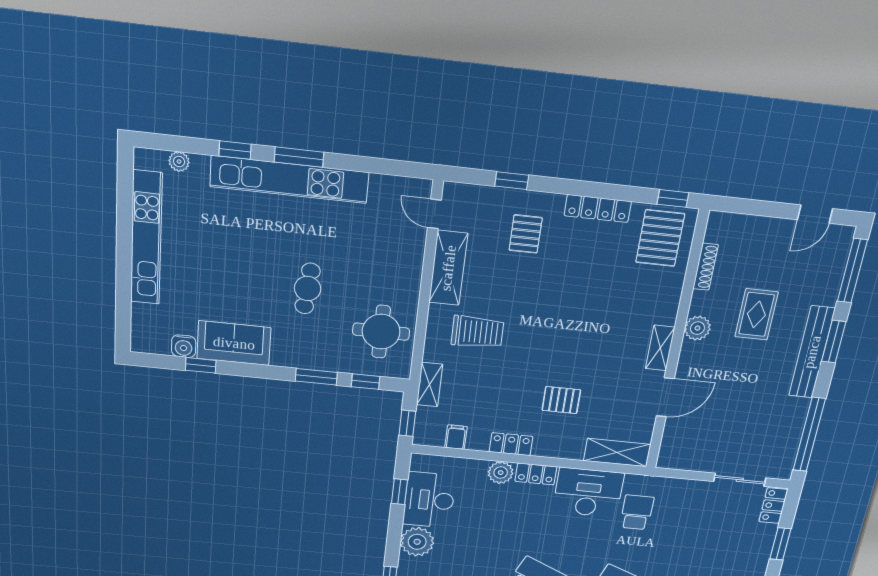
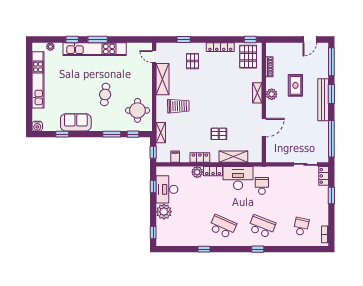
water cooler: (184, 346) -> (37, 126), moved
shelving: (660, 348) -> (257, 93), moved
shelving: (617, 453) -> (233, 157), moved

